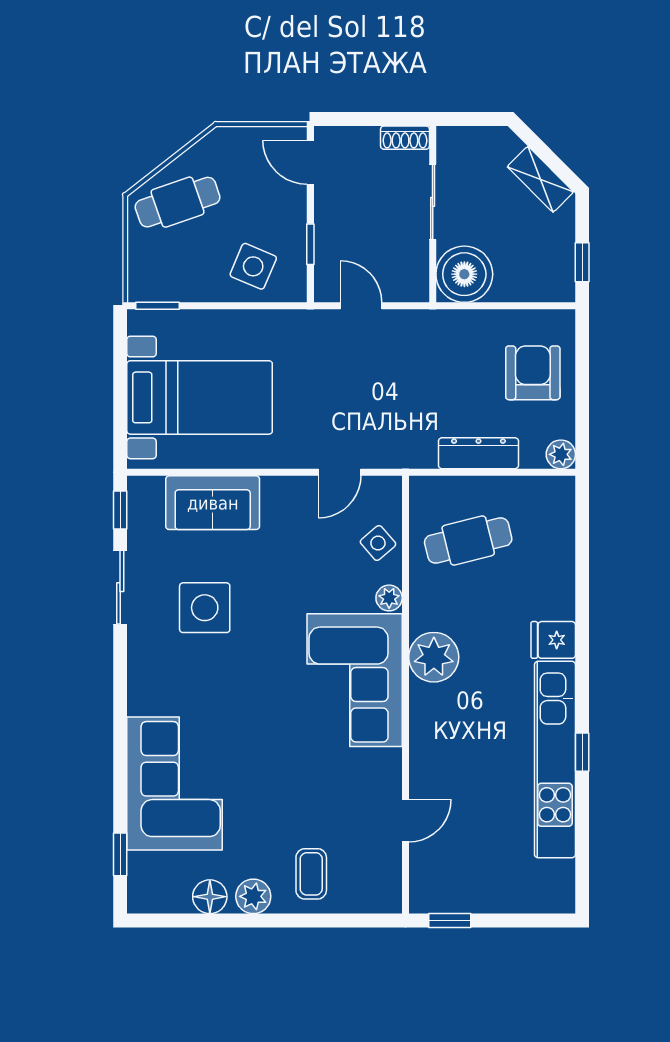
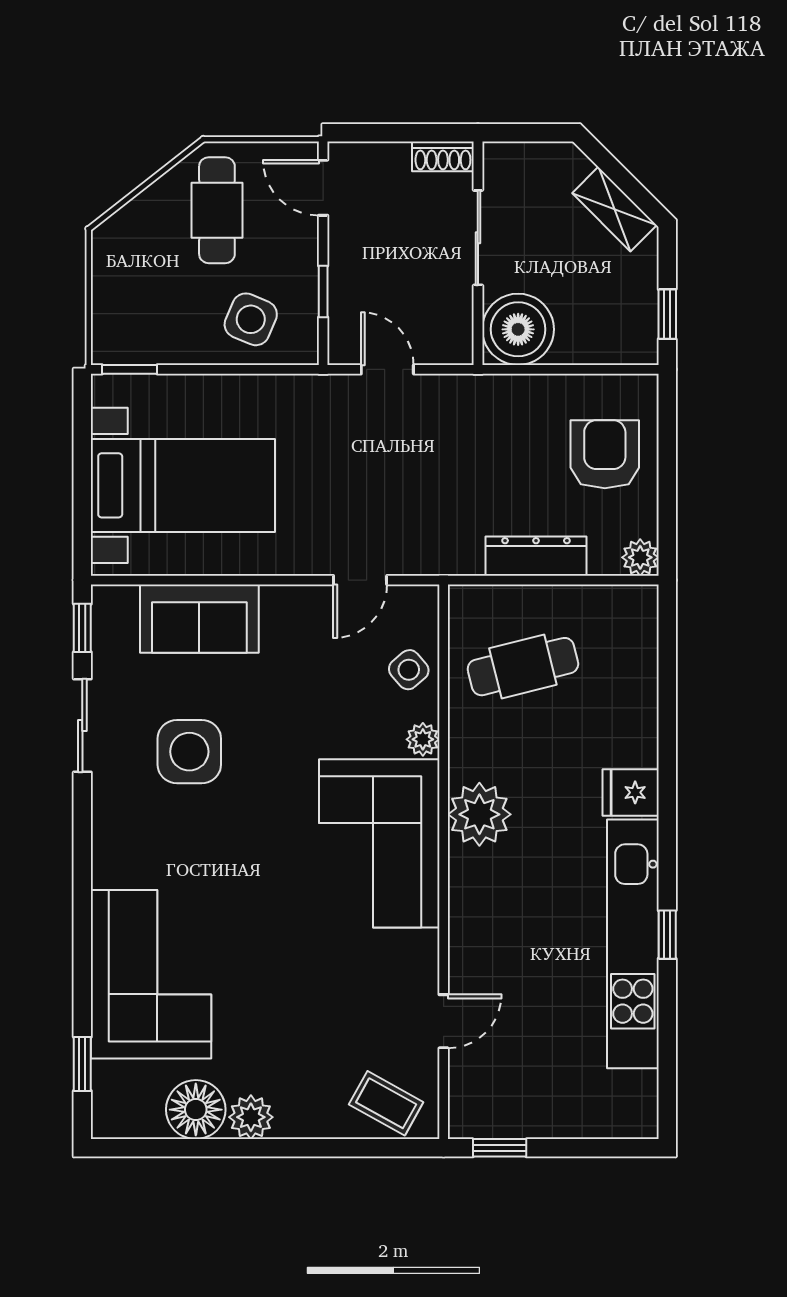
cafe table: (178, 202) -> (217, 210), moved, turned -71
coffee table: (311, 874) -> (386, 1103), moved, turned -61
floor lamp: (210, 897) -> (196, 1110), width x1.38, depth x1.38

